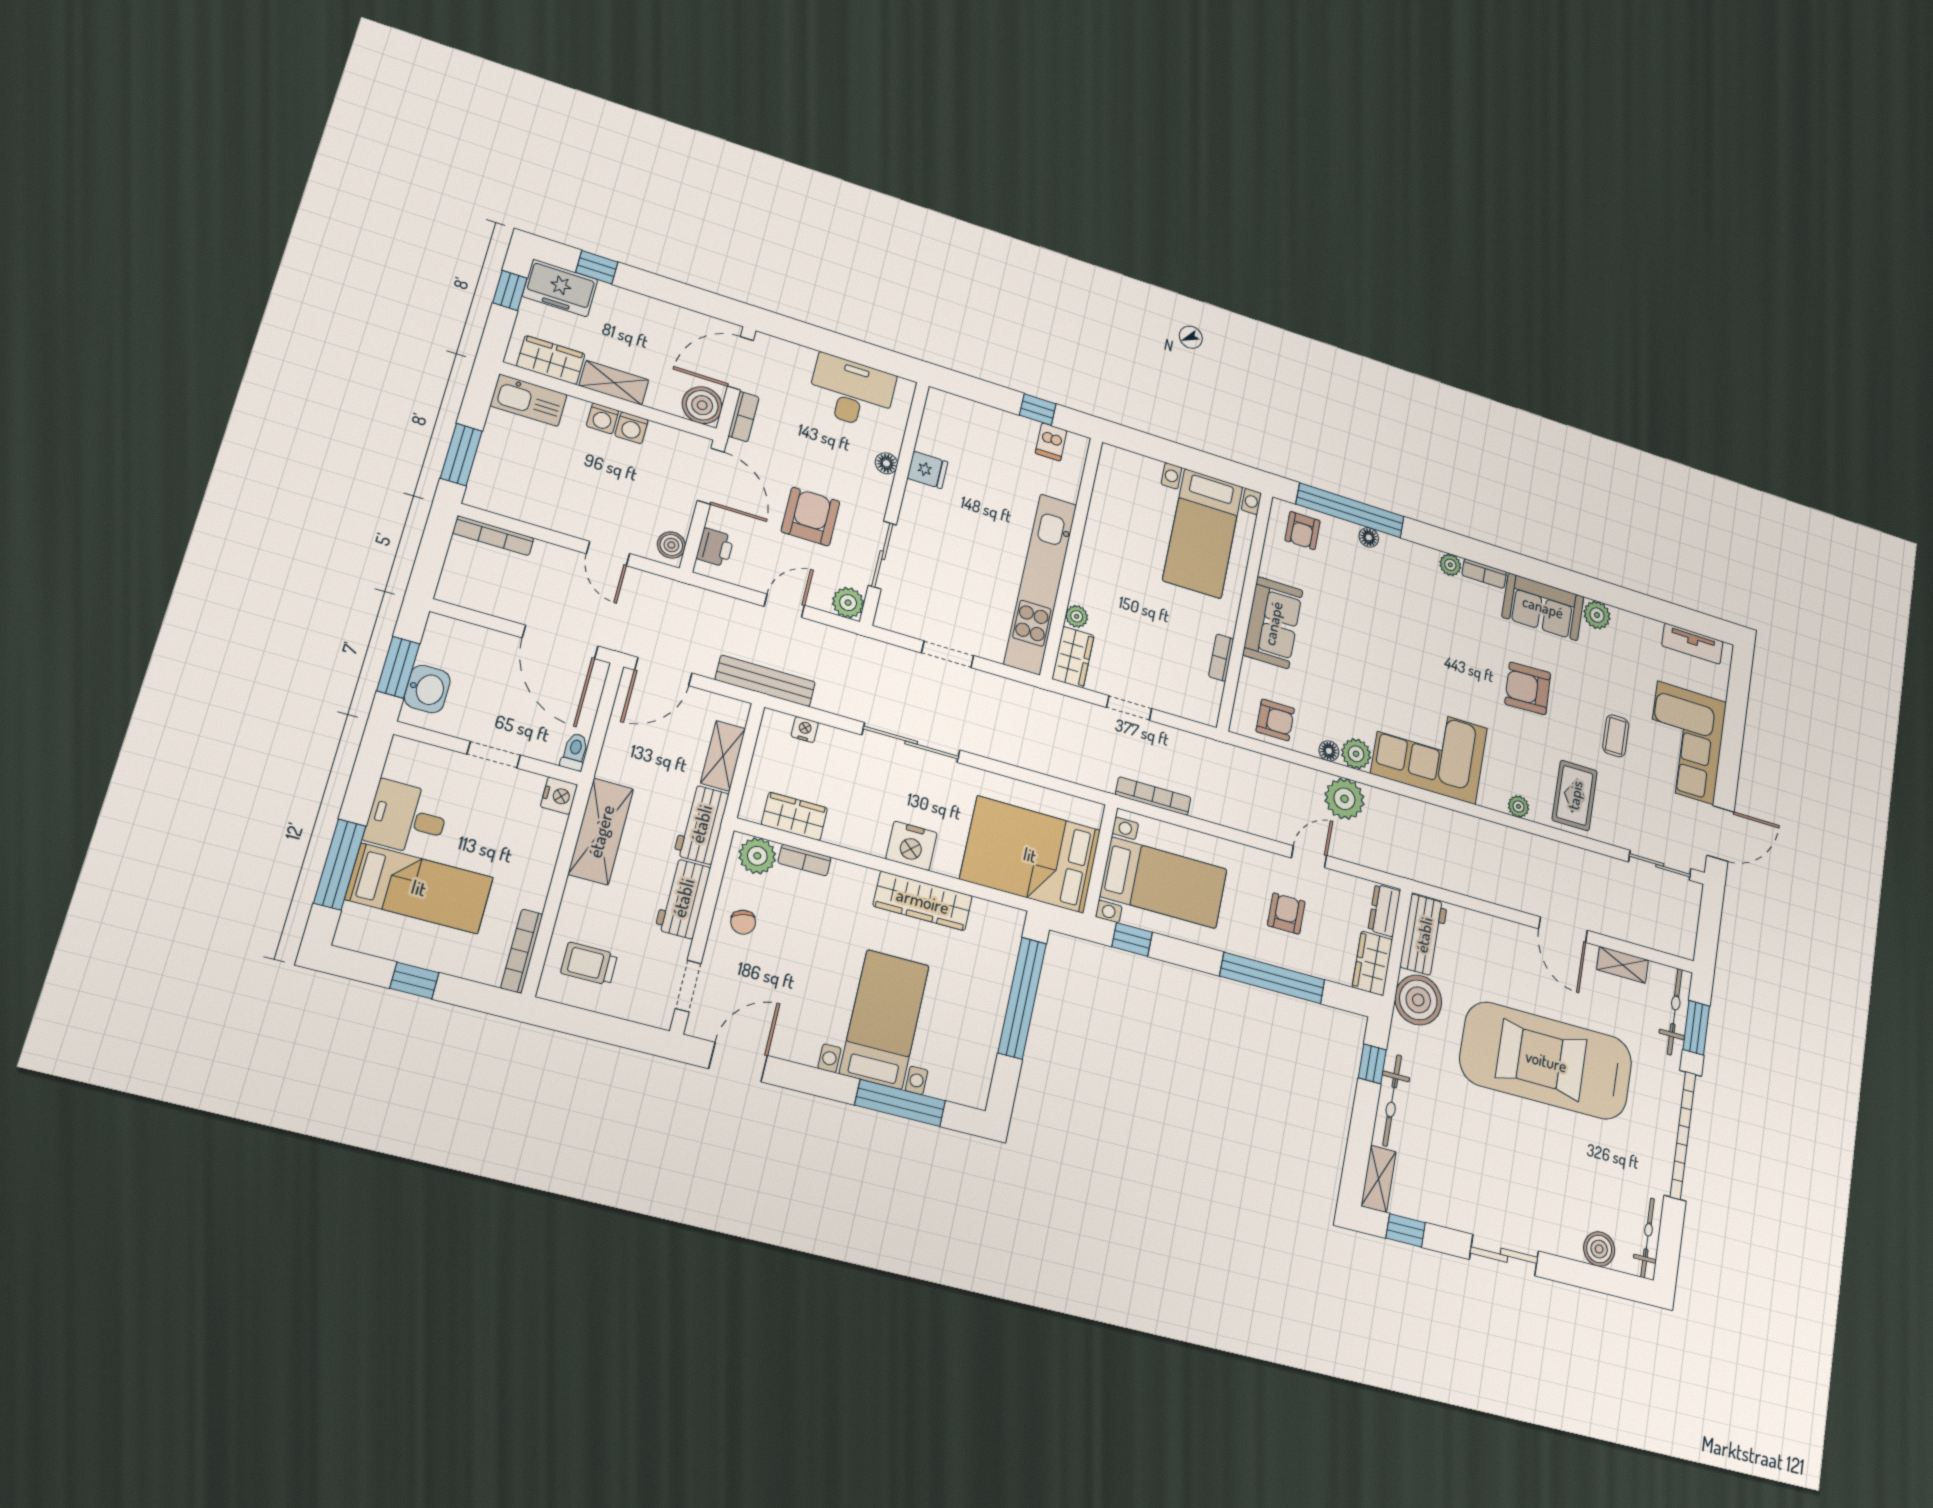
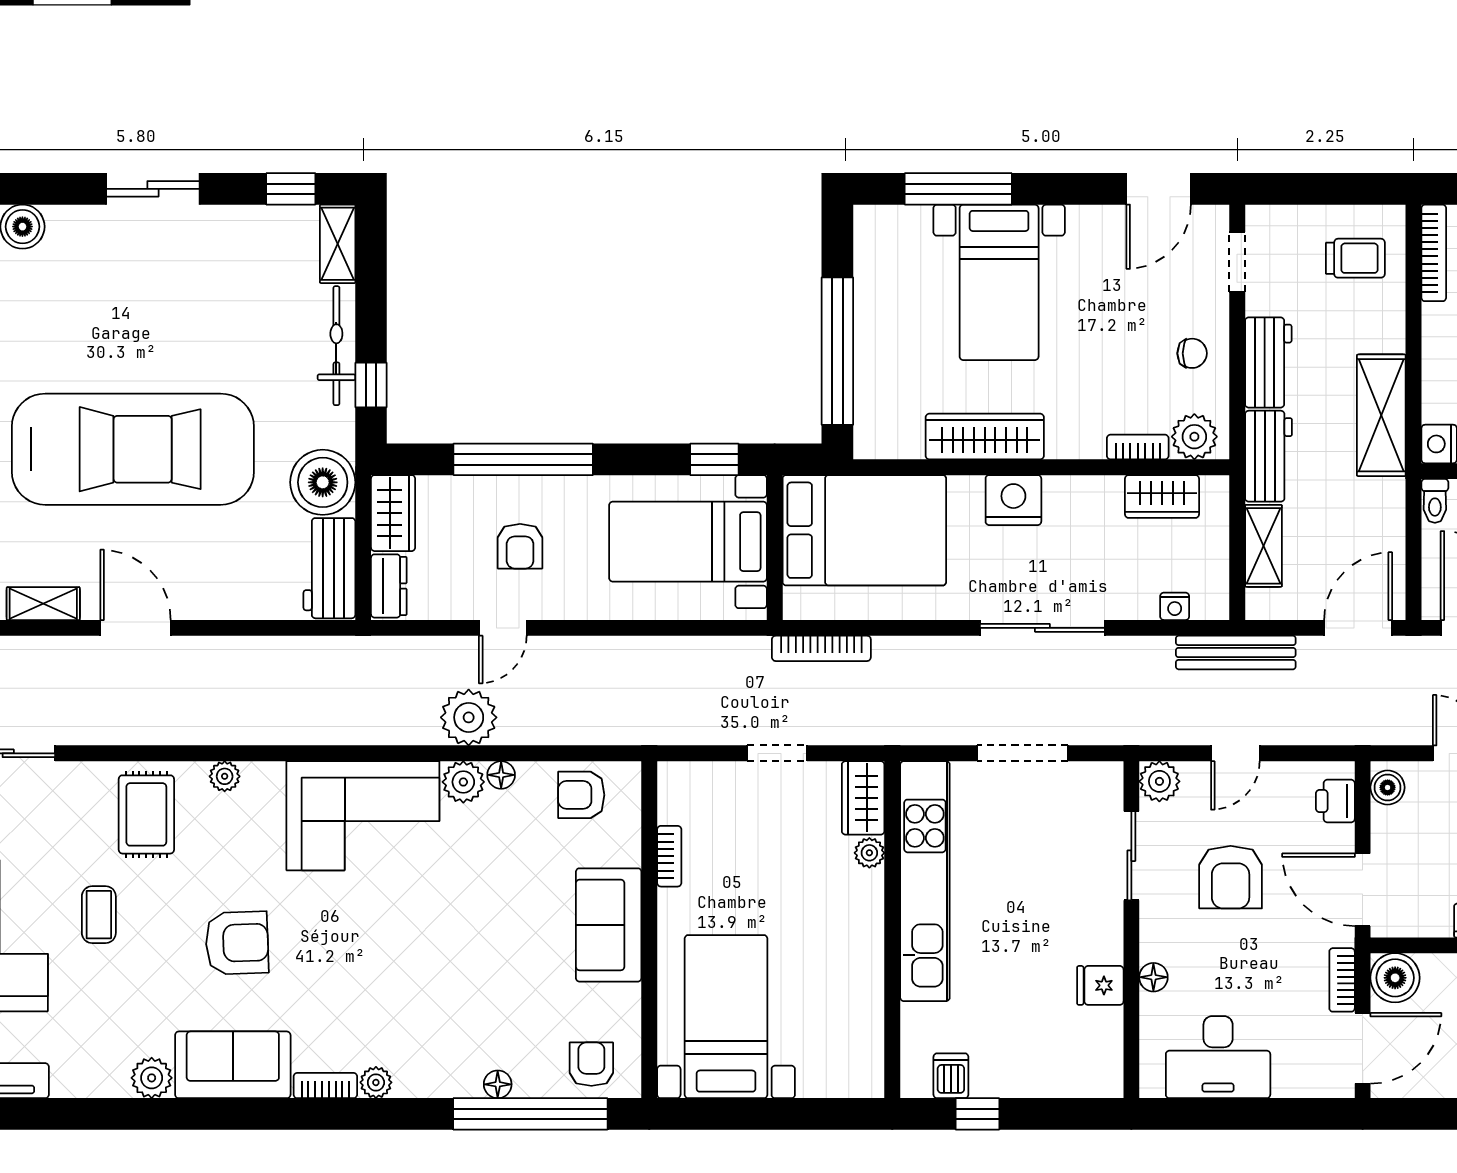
doorway: (948, 654) -> (1022, 753), width x1.38
bookcase: (1153, 796) -> (821, 648), moved
chair: (743, 922) -> (1192, 353), turned 105

